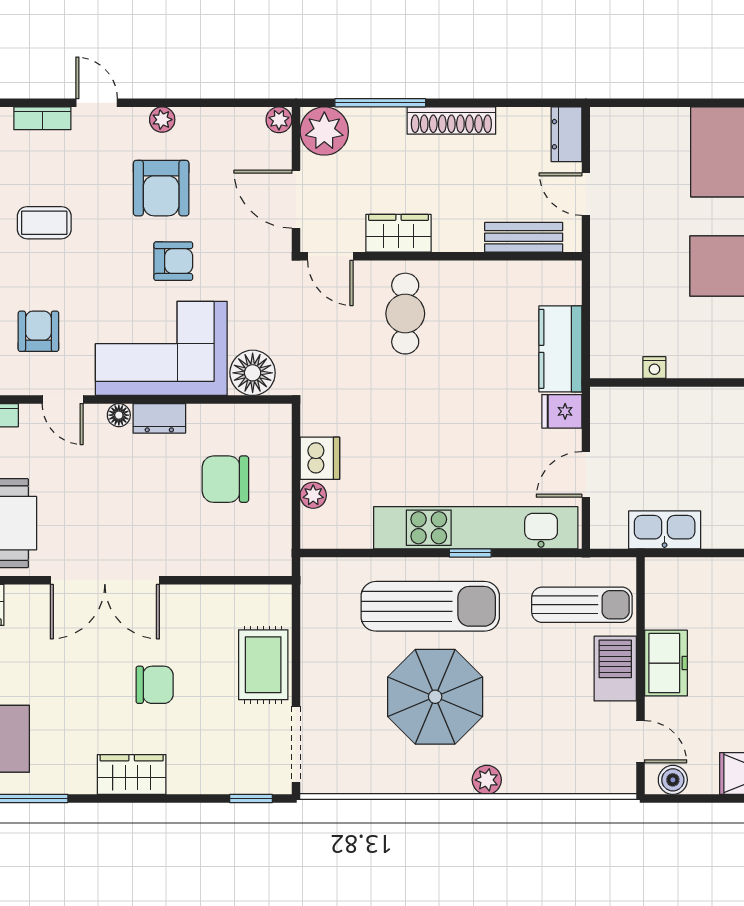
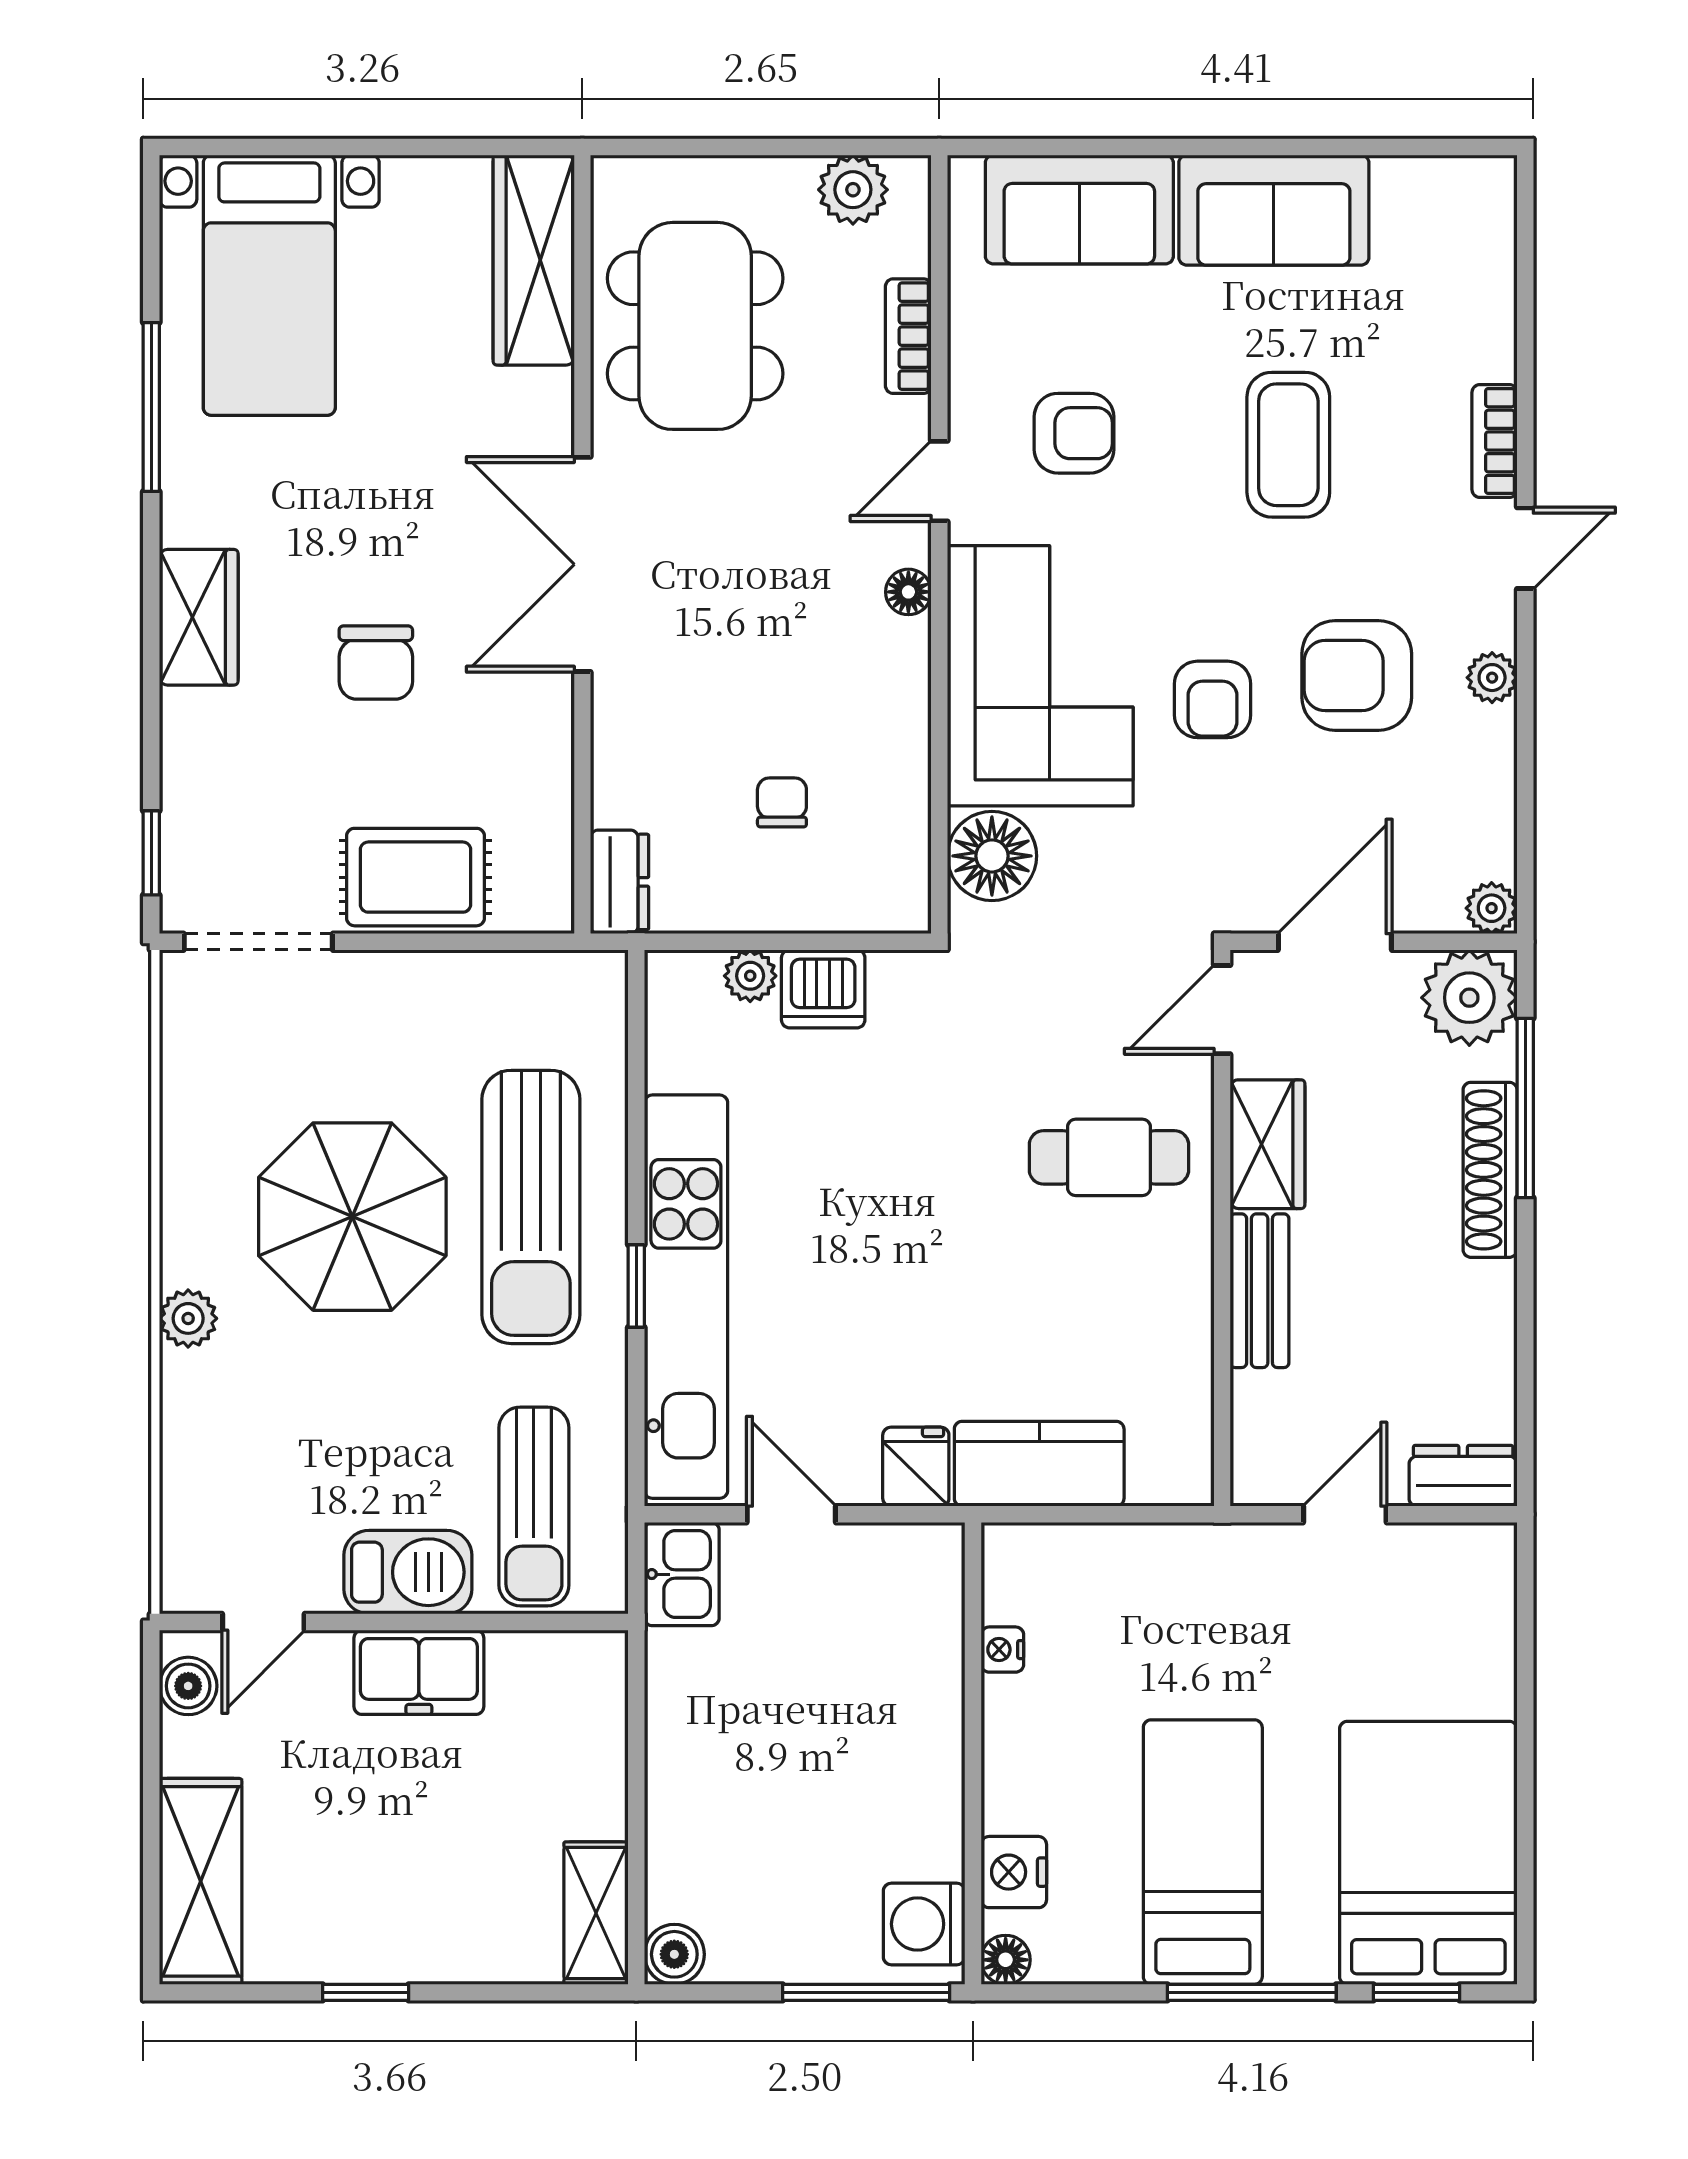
shoe rack: (451, 121) -> (1490, 1170), moved
coffee table: (44, 223) -> (1288, 445), width x1.36, depth x1.30
bench: (524, 237) -> (1260, 1291), moved
dresser: (159, 418) -> (620, 882), moved, turned 180
chair: (225, 479) -> (782, 802), width x0.54, depth x0.54
kitchen sink: (665, 530) -> (682, 1574), moved, width x0.73

